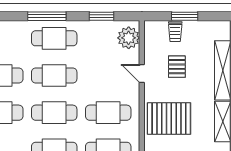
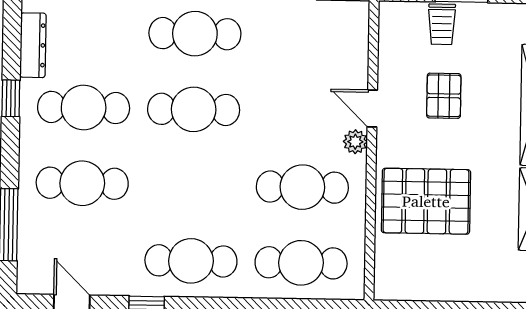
plant: (129, 38) -> (355, 142), moved, width x0.53, depth x0.53
cafe table: (54, 113) -> (192, 185), removed

